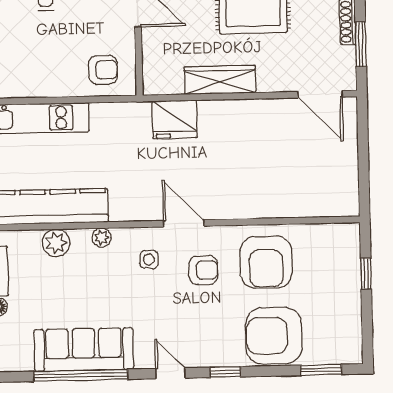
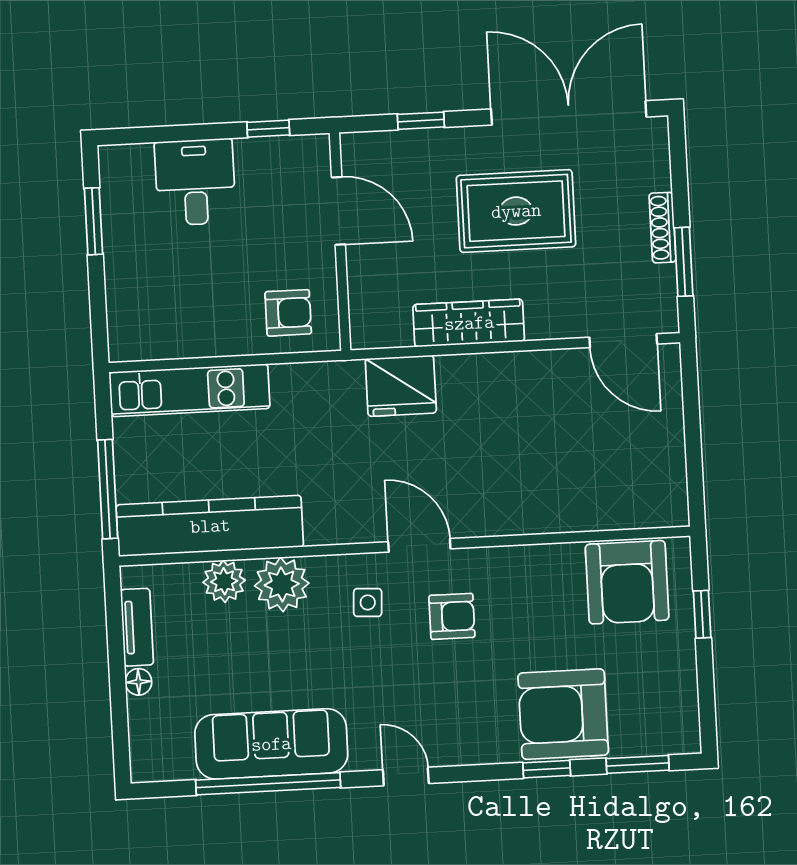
plant: (102, 238) -> (282, 584), width x1.88, depth x1.88
armchair: (266, 262) -> (627, 582), moved
window: (225, 372) -> (547, 769), moved

